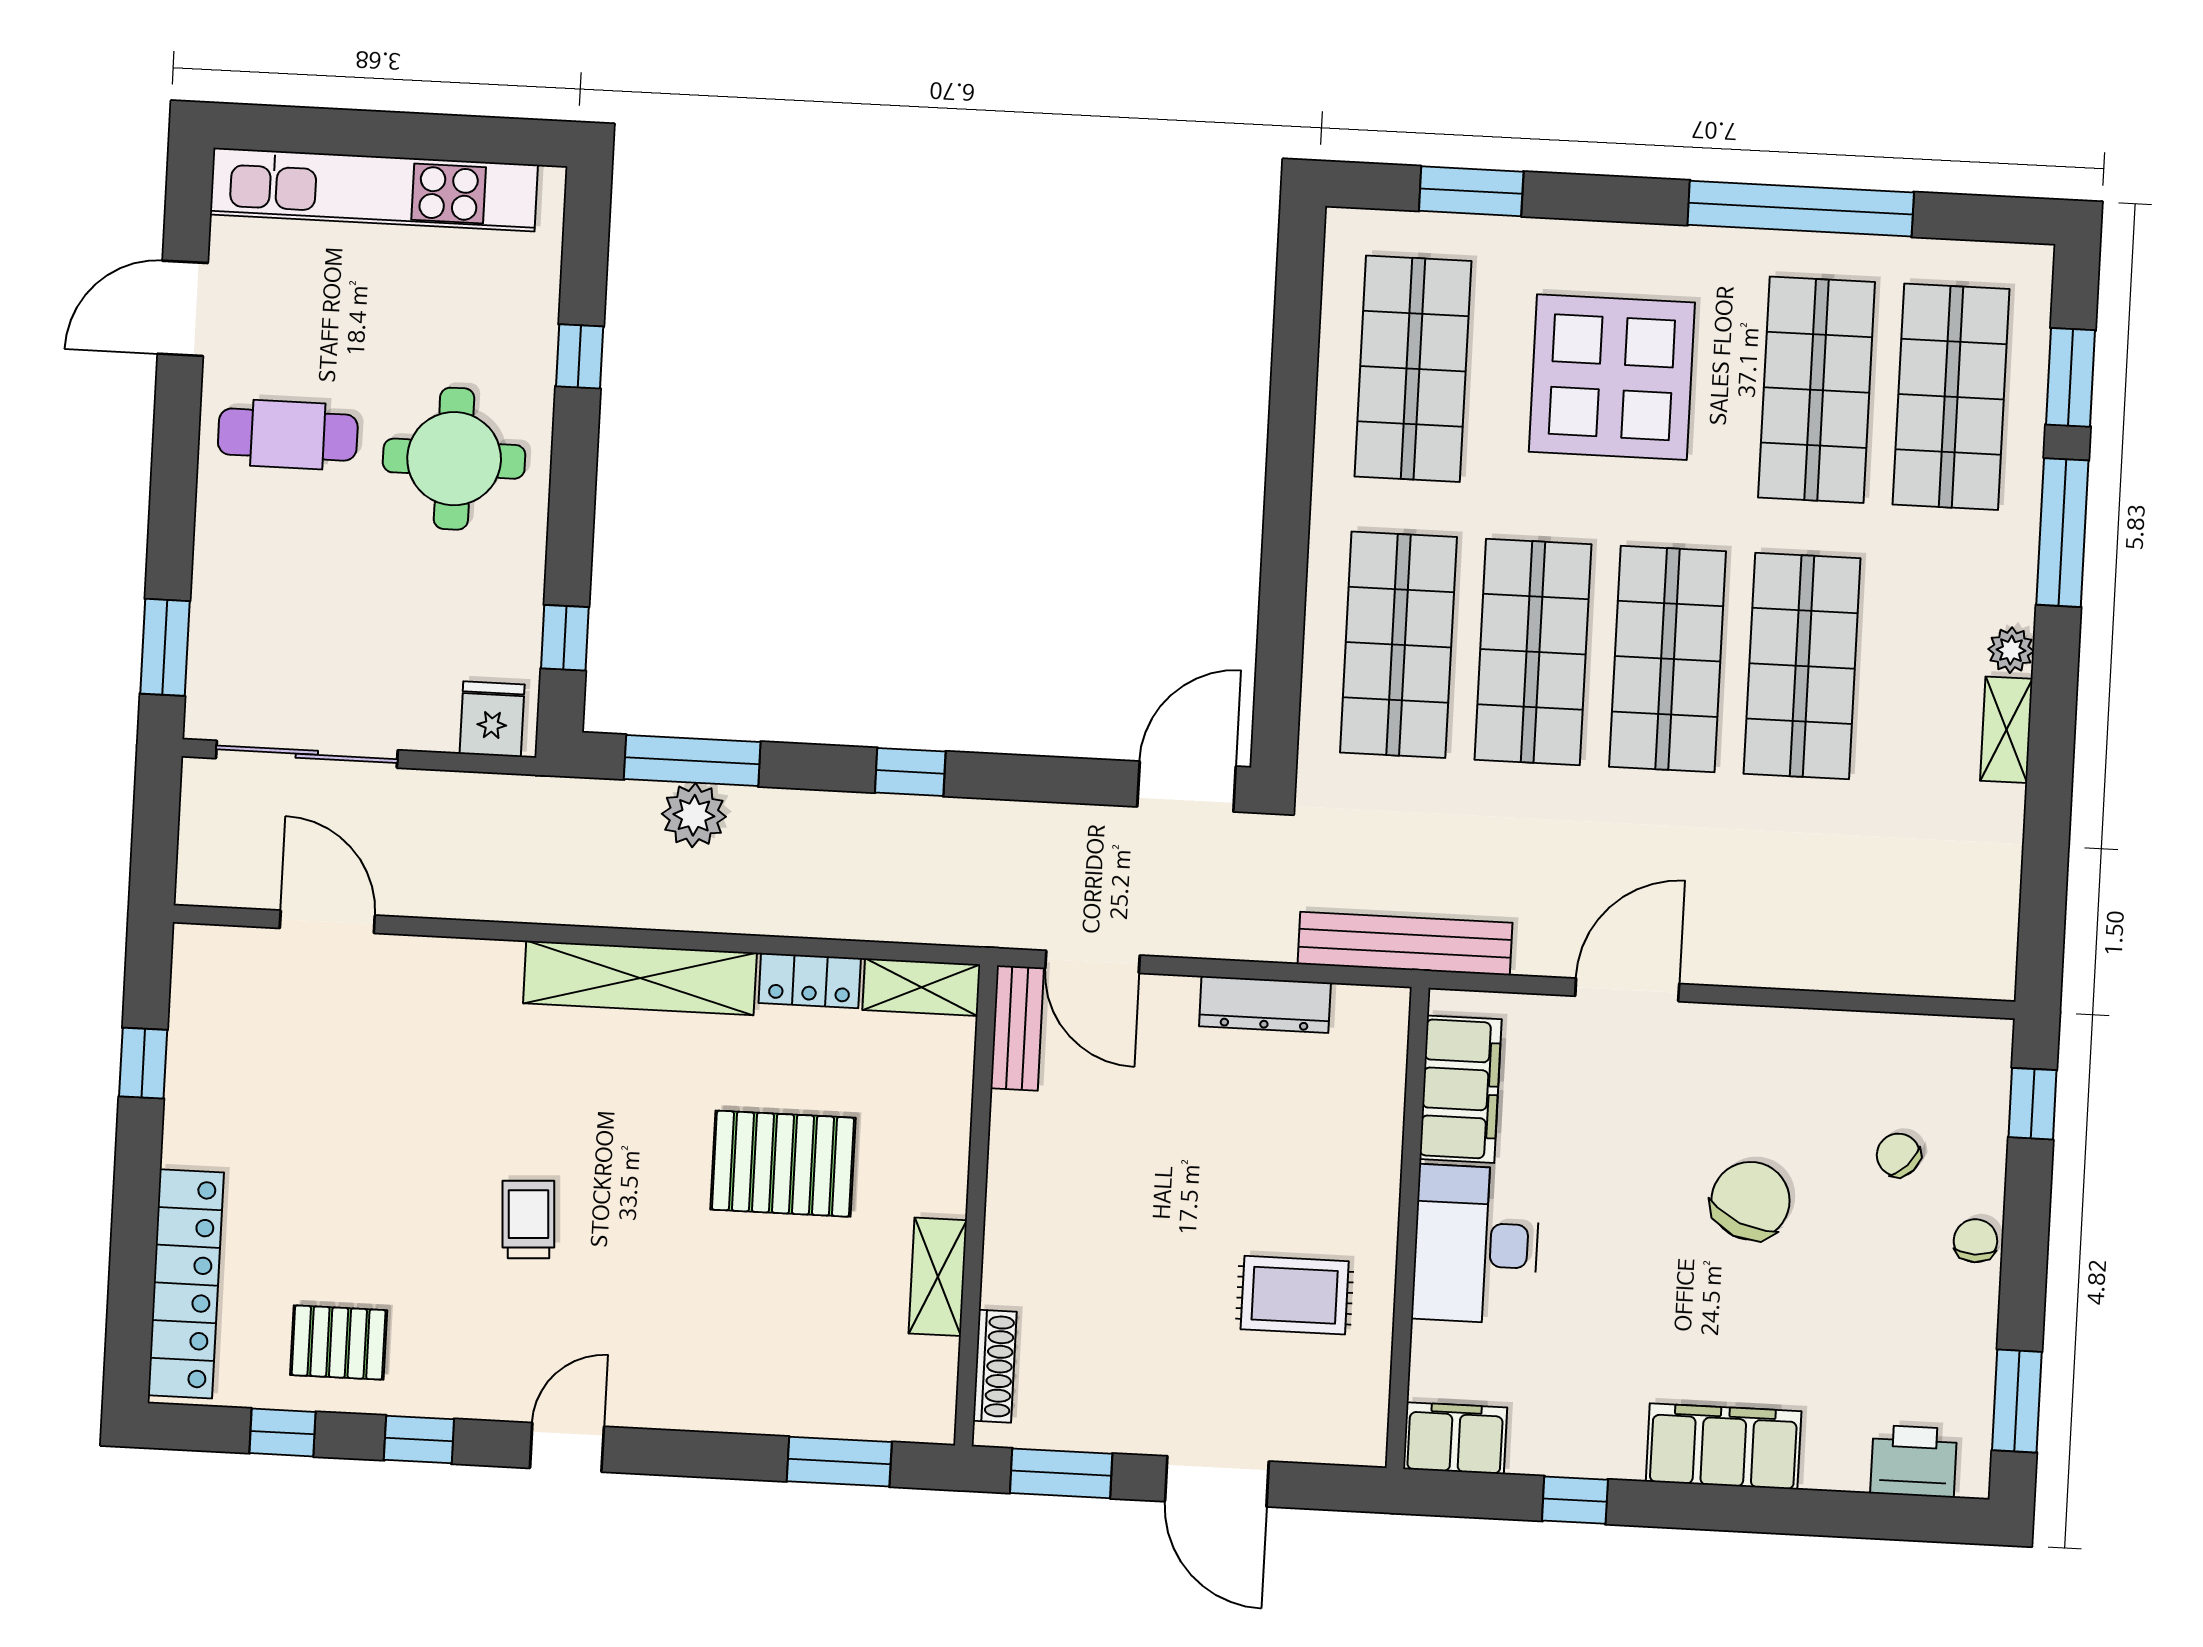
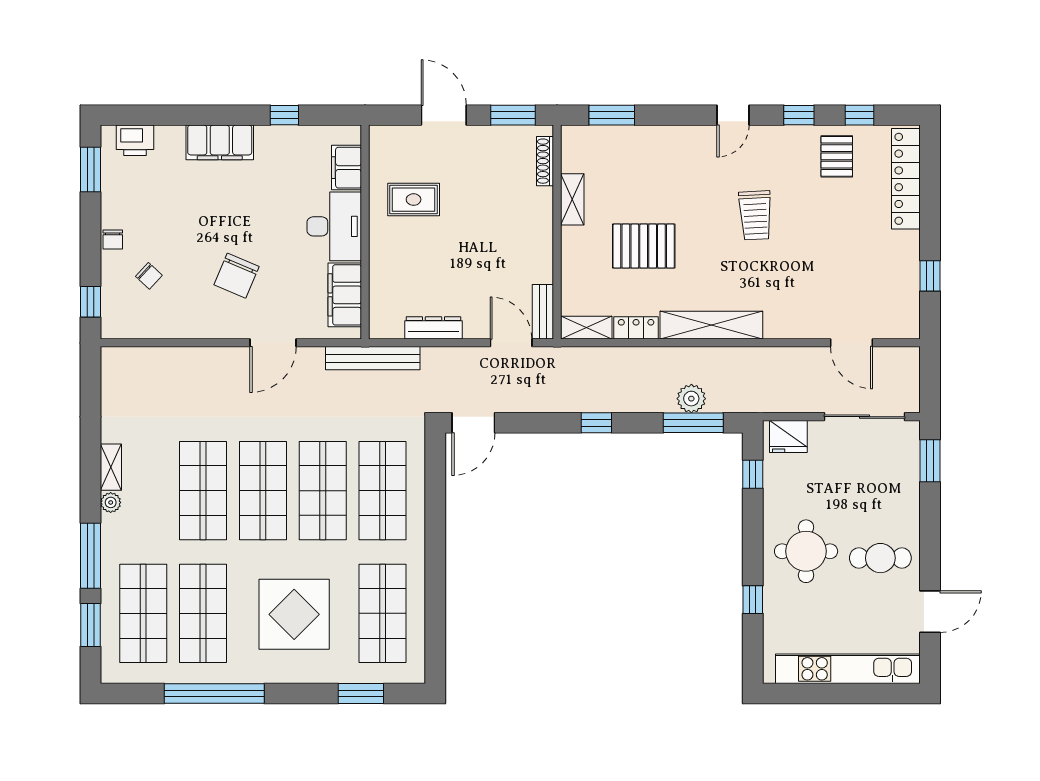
fridge: (492, 719) -> (788, 437), width x1.38
chair: (1750, 1201) -> (237, 276), moved
trolley: (528, 1220) -> (755, 215), width x1.36, depth x1.39
pallet: (339, 1343) -> (837, 156), turned 90
filing cabinet: (1455, 1438) -> (346, 168), moved, turned 90

